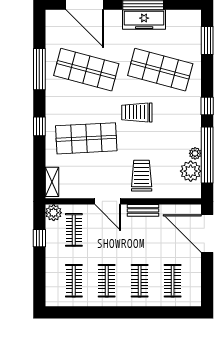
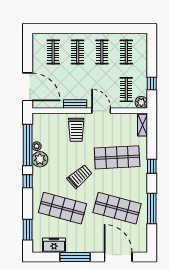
freezer: (144, 19) -> (54, 245), moved, width x0.71
trolley: (137, 112) -> (80, 176), turned -41
plant: (191, 171) -> (40, 159), moved

